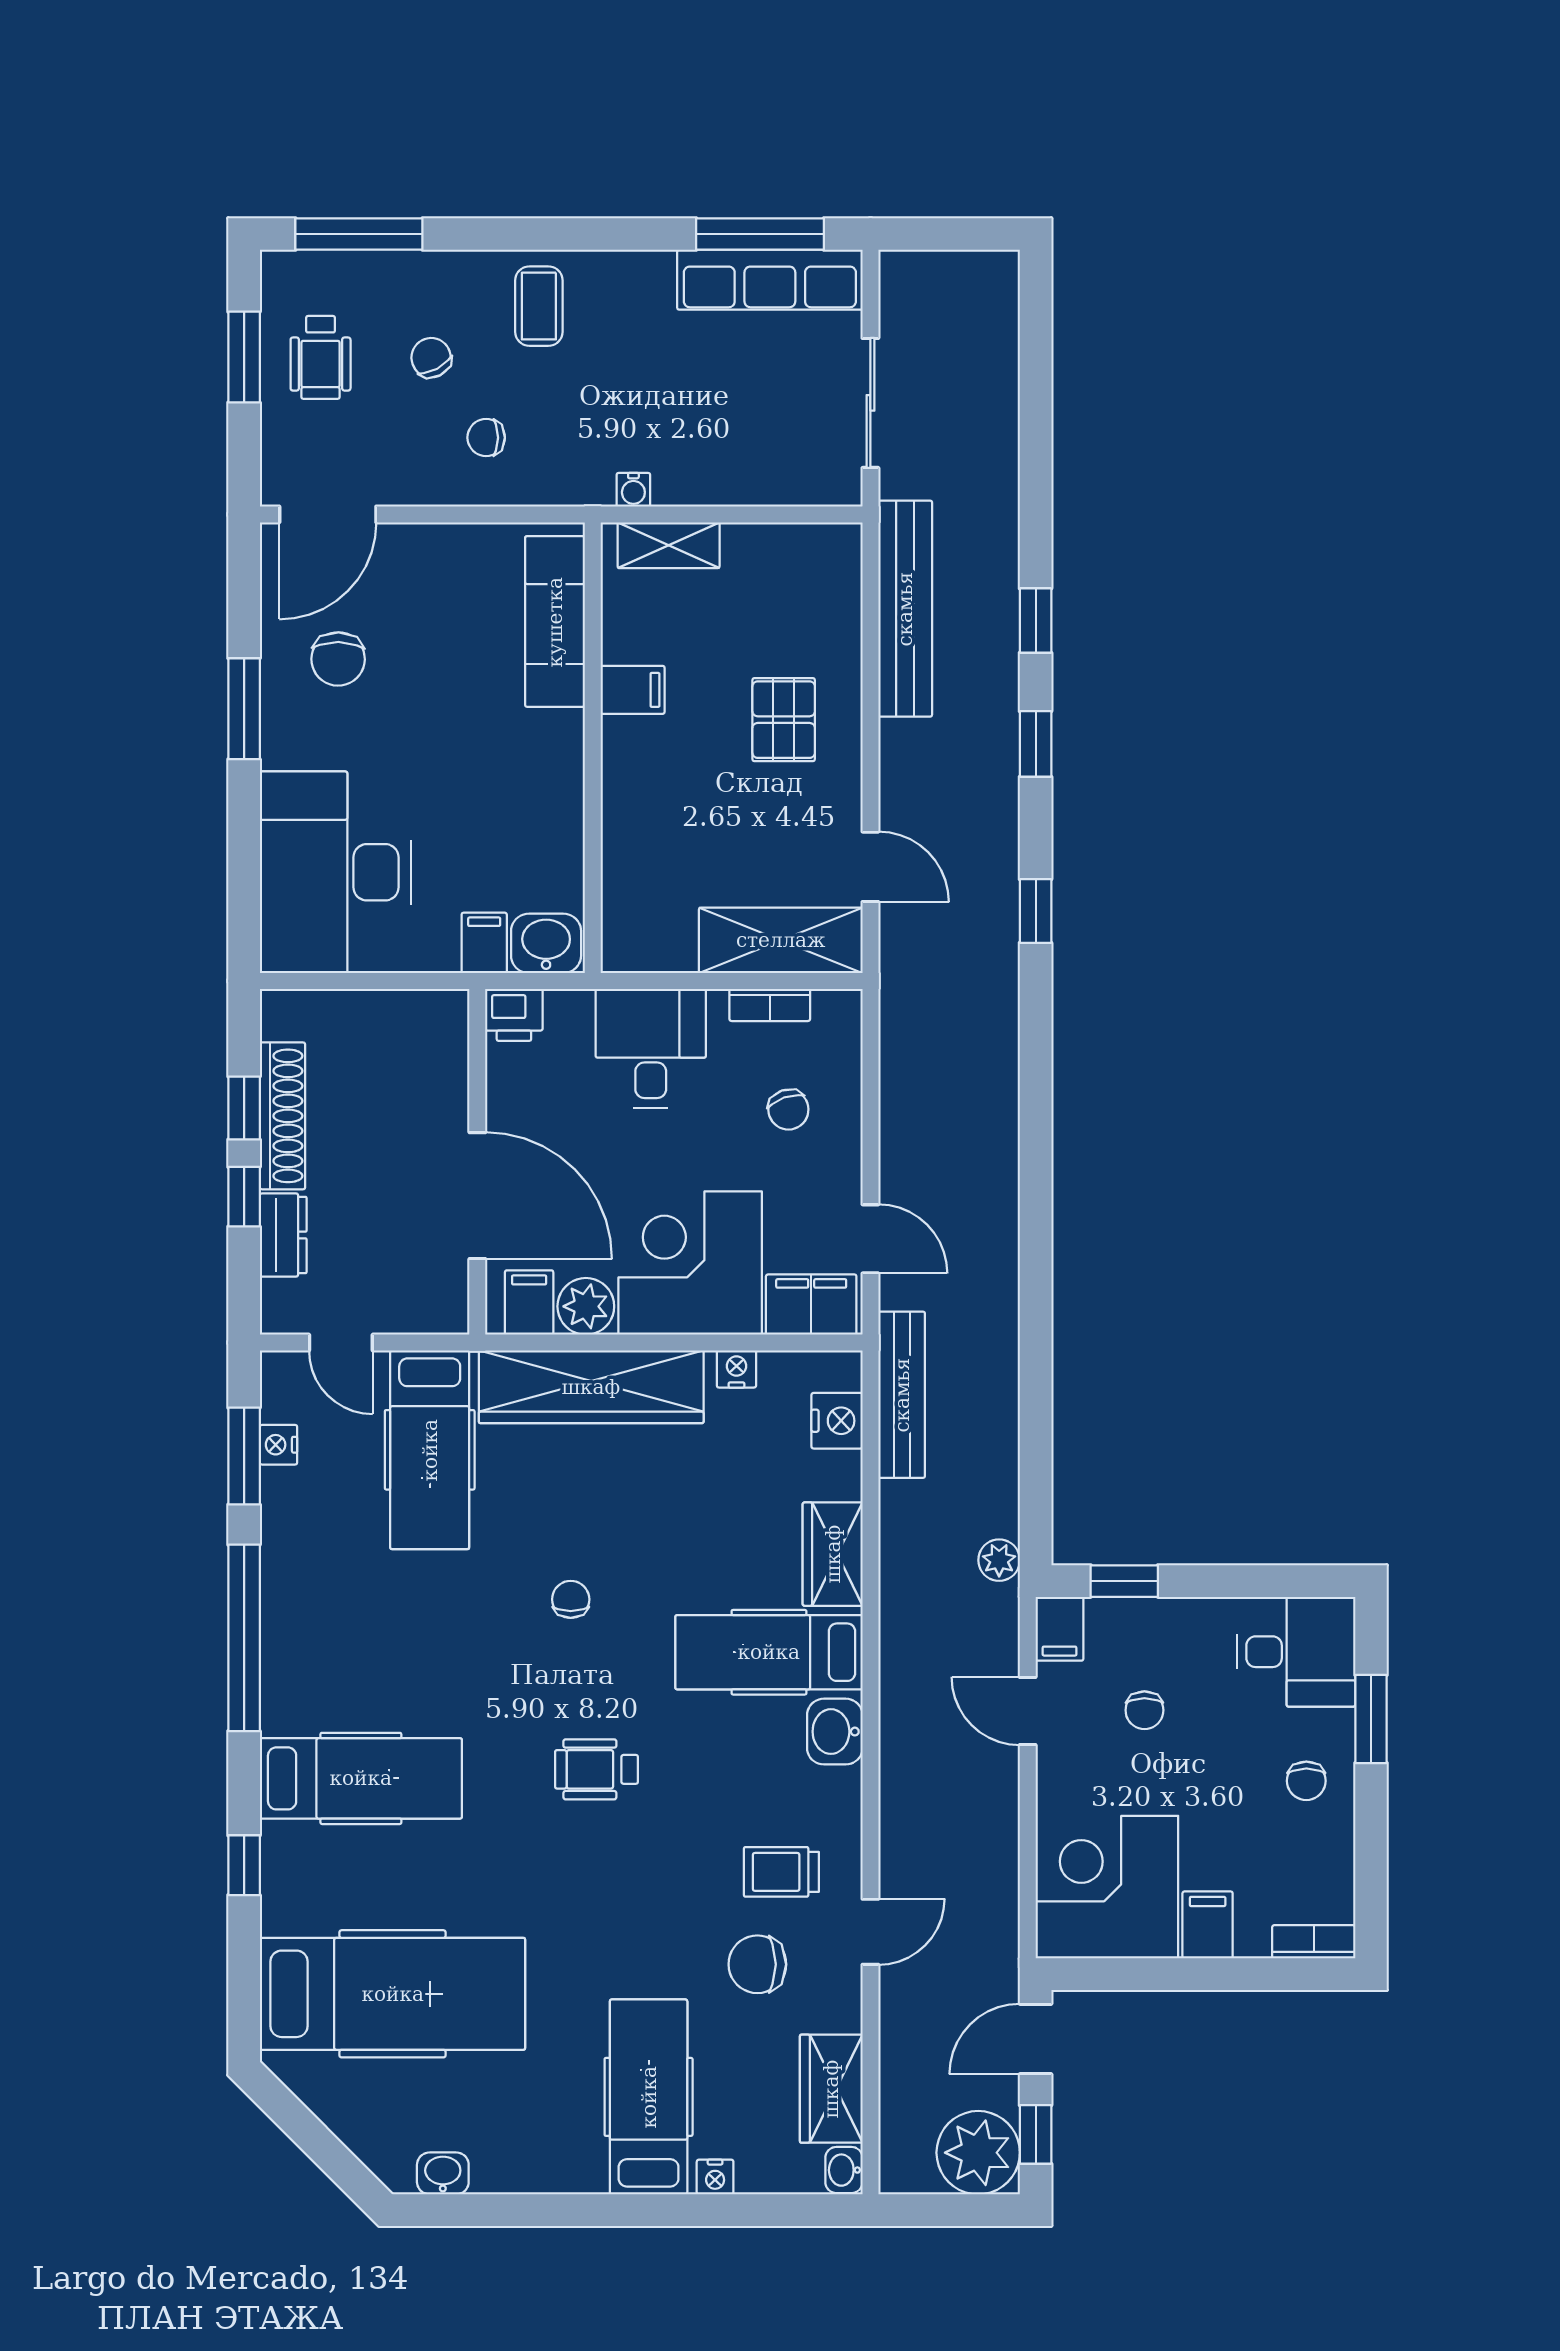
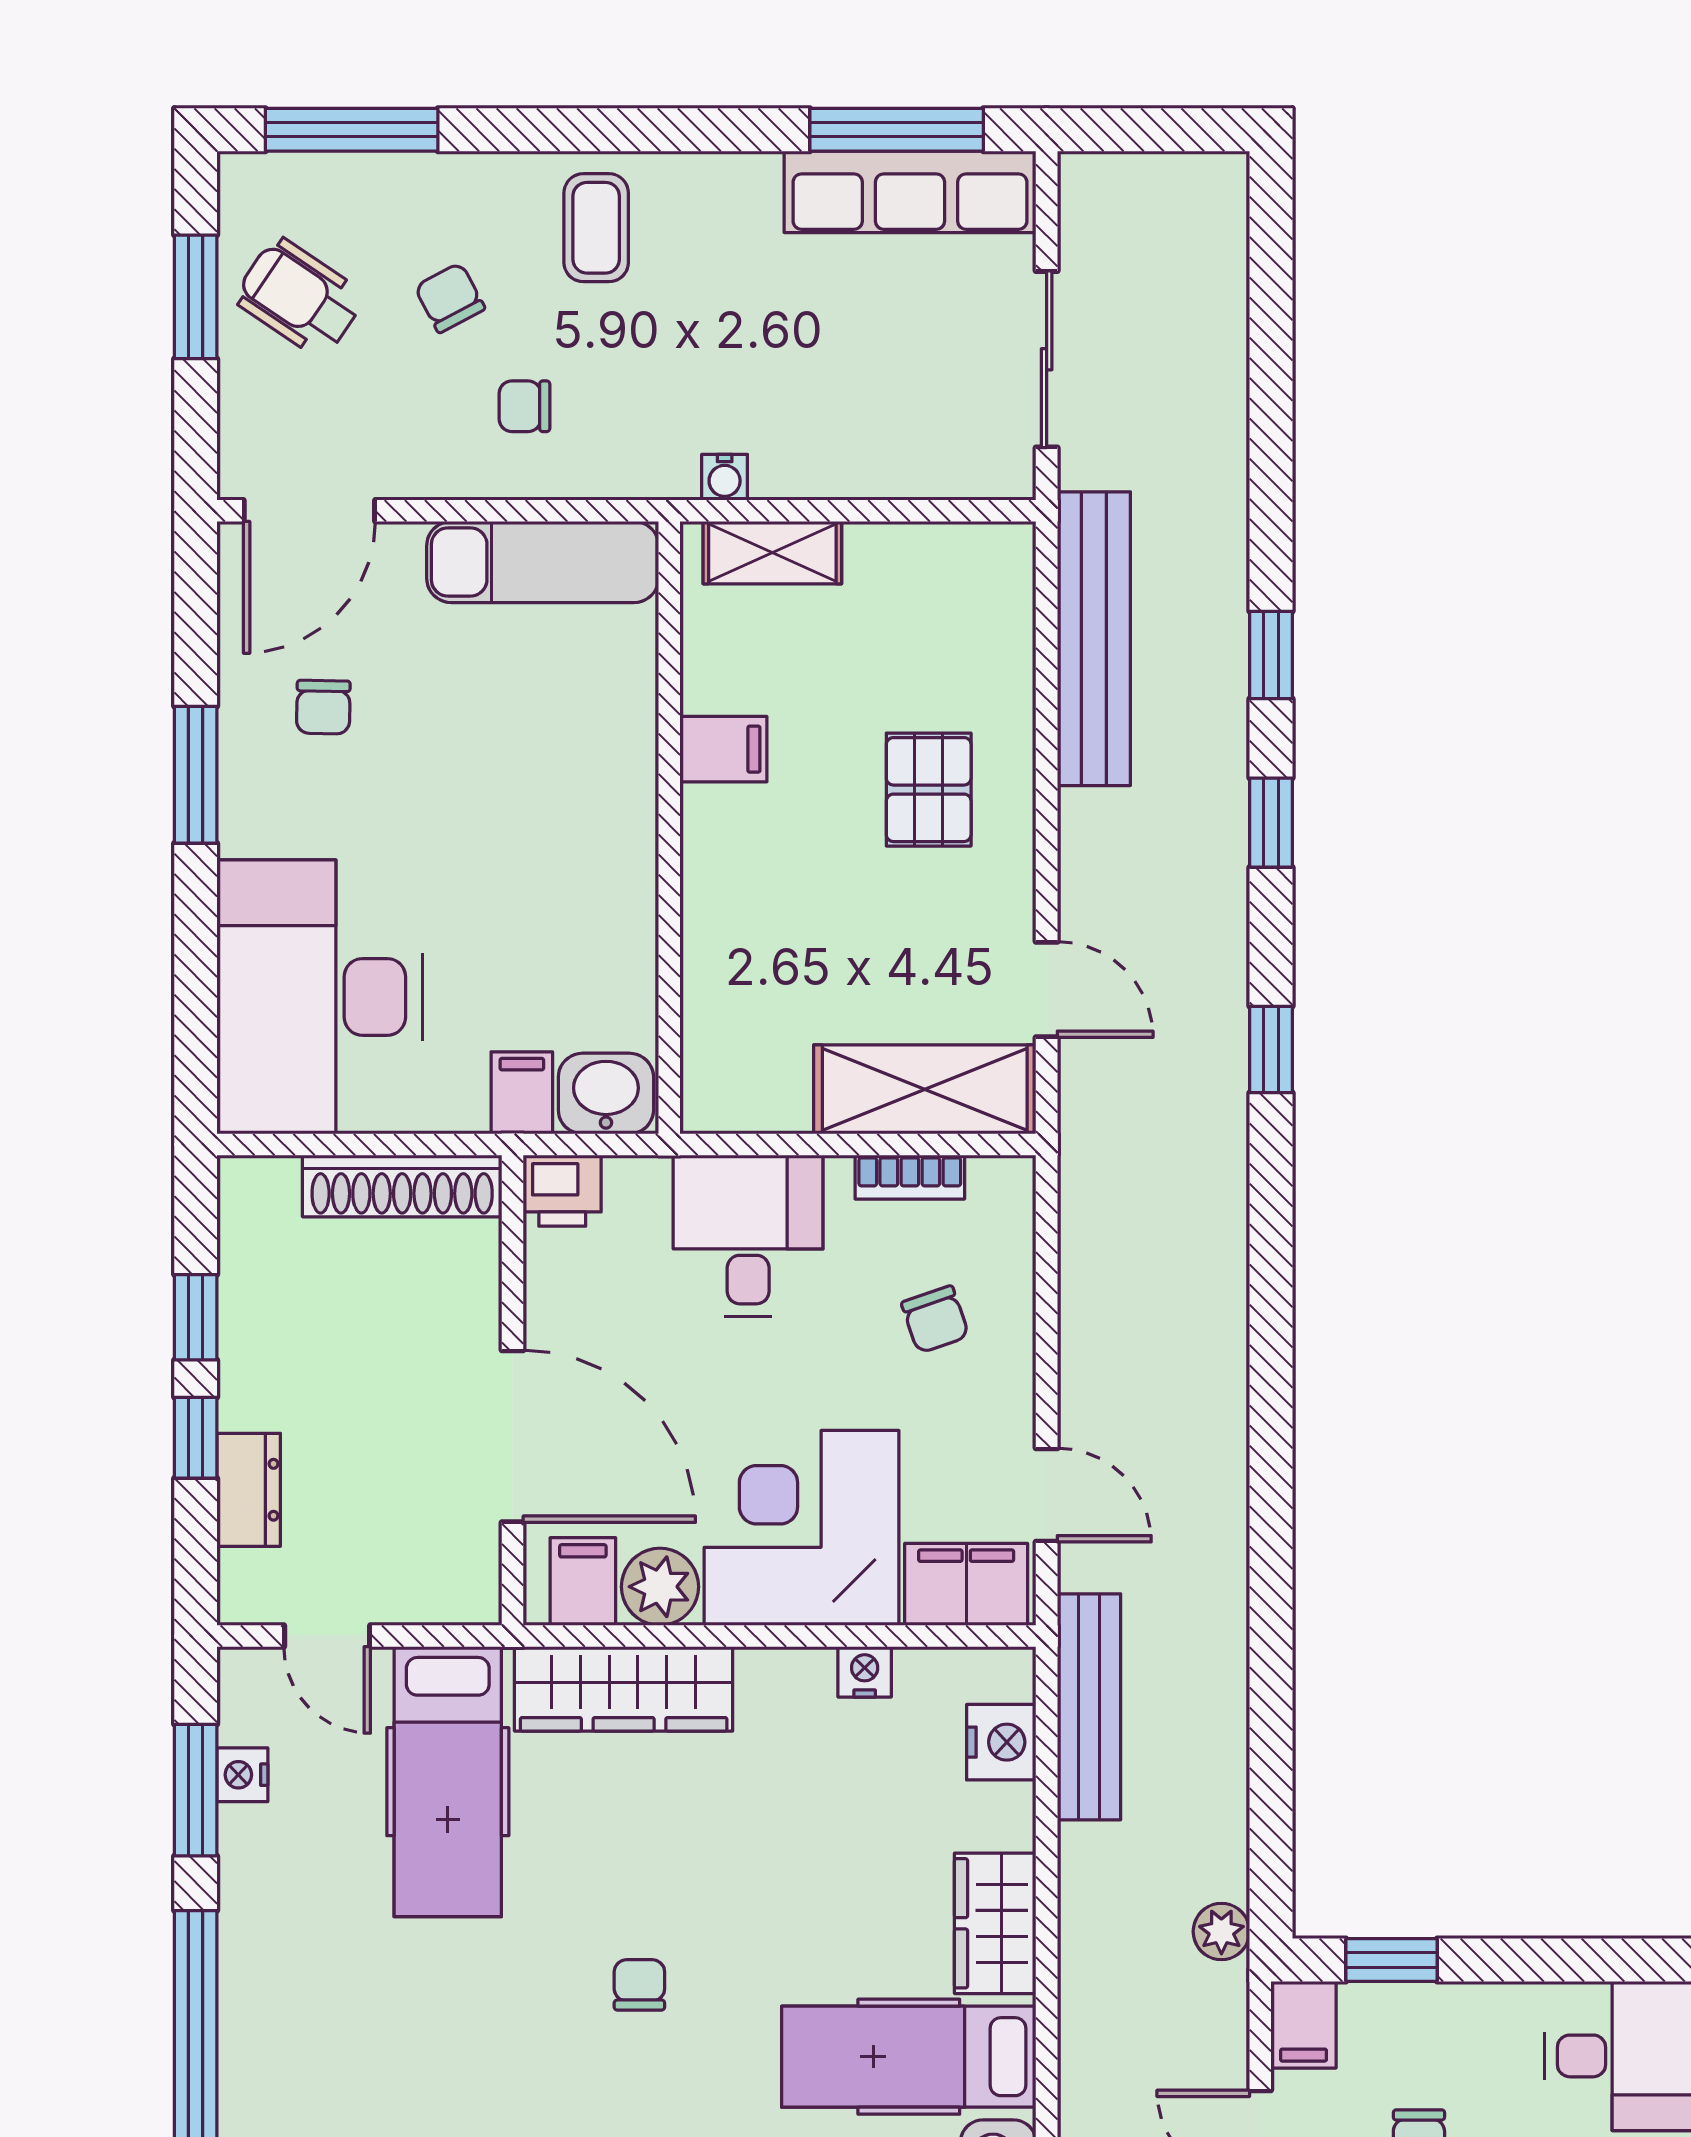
wheelchair: (321, 357) -> (299, 297), turned 124
exam couch: (555, 622) -> (543, 562), moved, turned -90
chair: (338, 659) -> (323, 707), width x0.73, depth x0.73
shoe rack: (282, 1116) -> (402, 1186), moved, turned 90
wardrobe: (591, 1387) -> (624, 1689), width x0.71, depth x0.85

